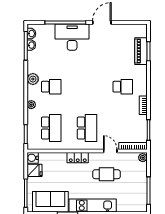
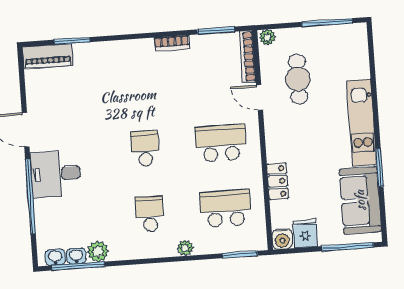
desk: (72, 37) -> (56, 174), width x0.73
piano: (141, 51) -> (48, 56), moved
plant: (33, 79) -> (98, 251), moved
school desk: (123, 87) -> (145, 148), moved
door: (110, 151) -> (259, 97), hinge flipped
locker: (78, 158) -> (278, 181), moved
cafe table: (106, 174) -> (298, 79), moved

